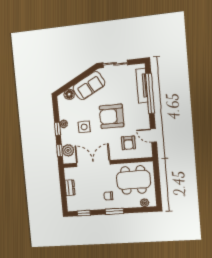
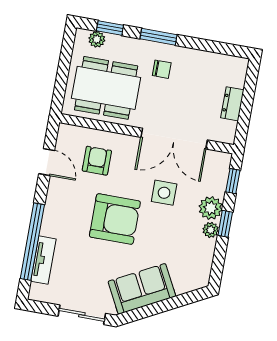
tv unit: (142, 86) -> (43, 260), width x0.71
floor lamp: (69, 94) -> (184, 283), removed
side table: (84, 127) -> (164, 193), moved
plant: (68, 150) -> (211, 208), moved
window: (84, 213) -> (110, 28), moved

